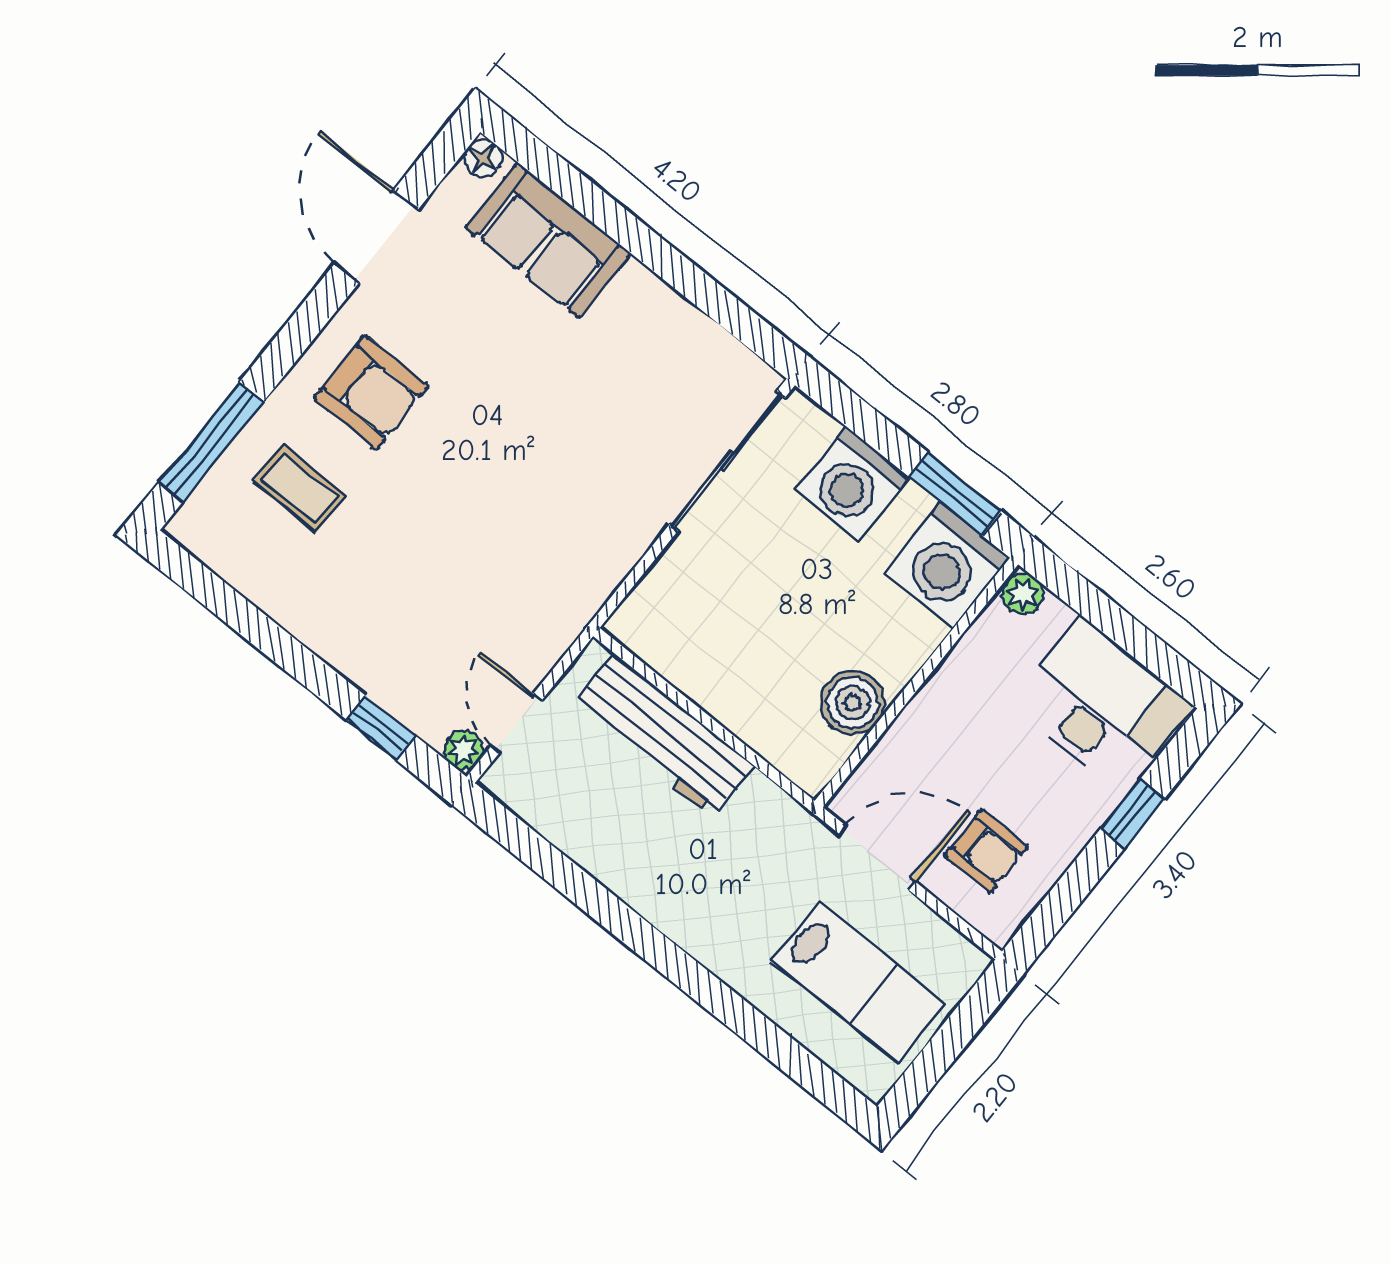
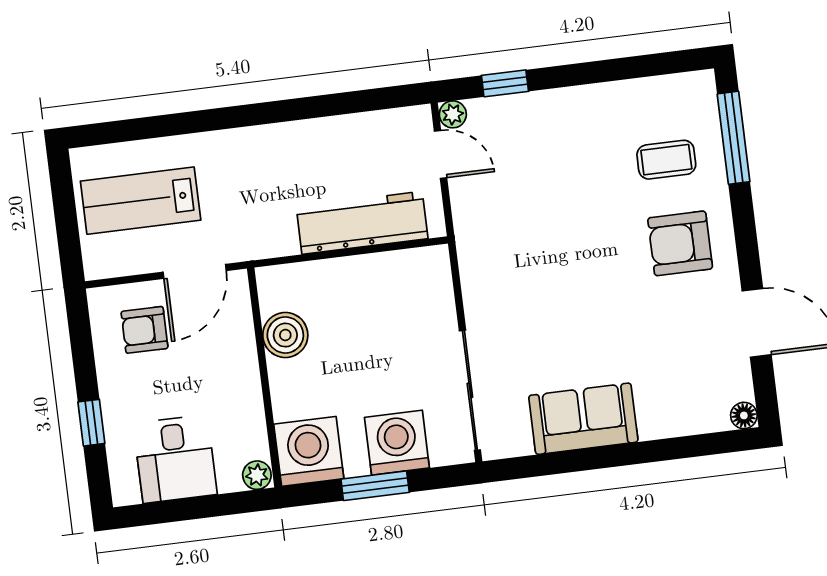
sofa: (548, 240) -> (583, 419), moved
window: (955, 494) -> (375, 486), moved
desk: (1102, 705) -> (175, 459), width x0.73

